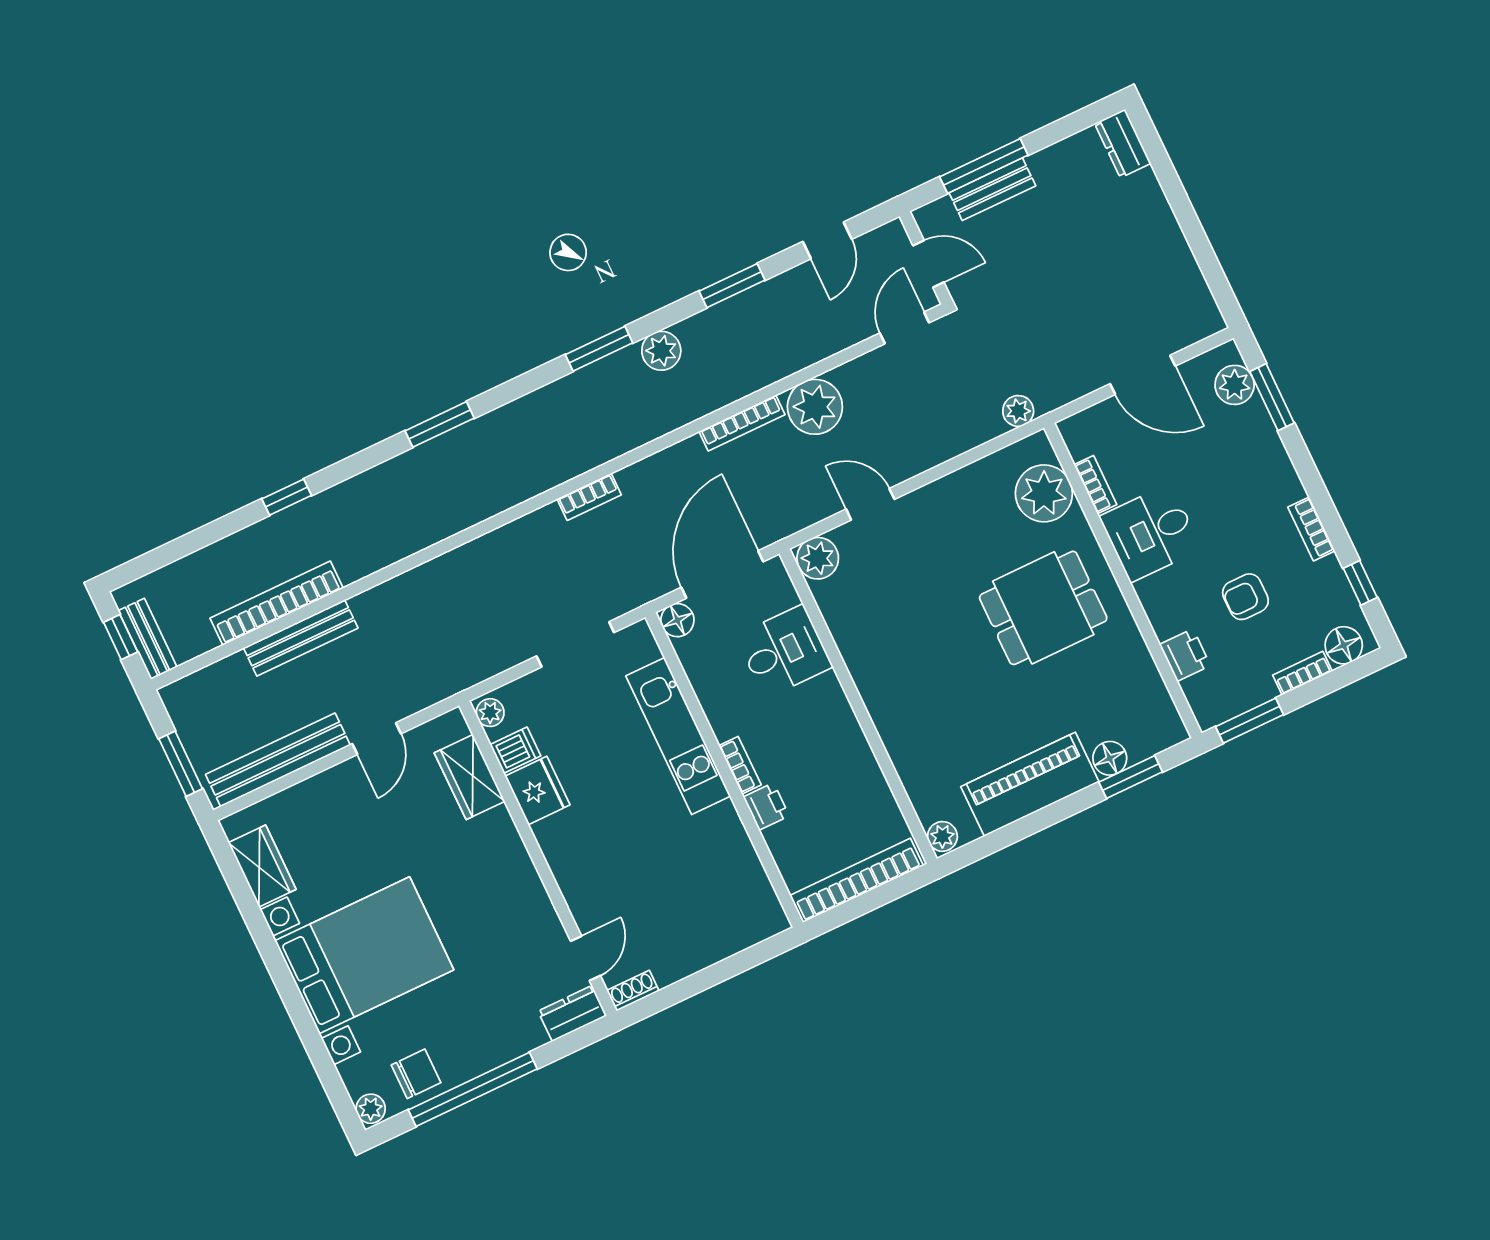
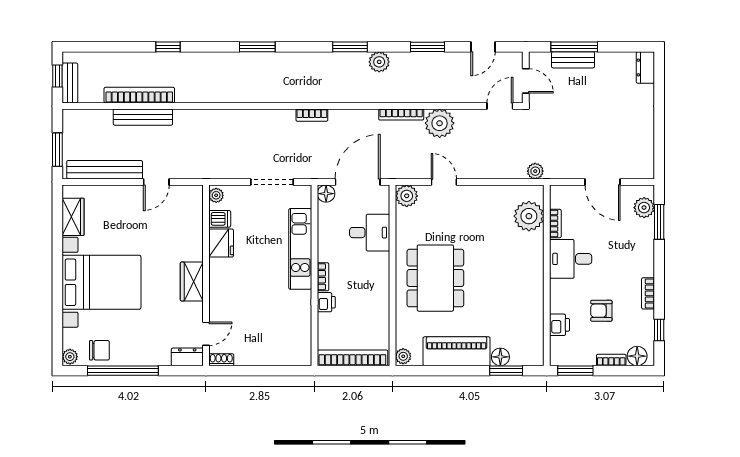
dining table: (1043, 608) -> (435, 278), moved, width x1.38
wardrobe: (470, 777) -> (192, 281), moved

